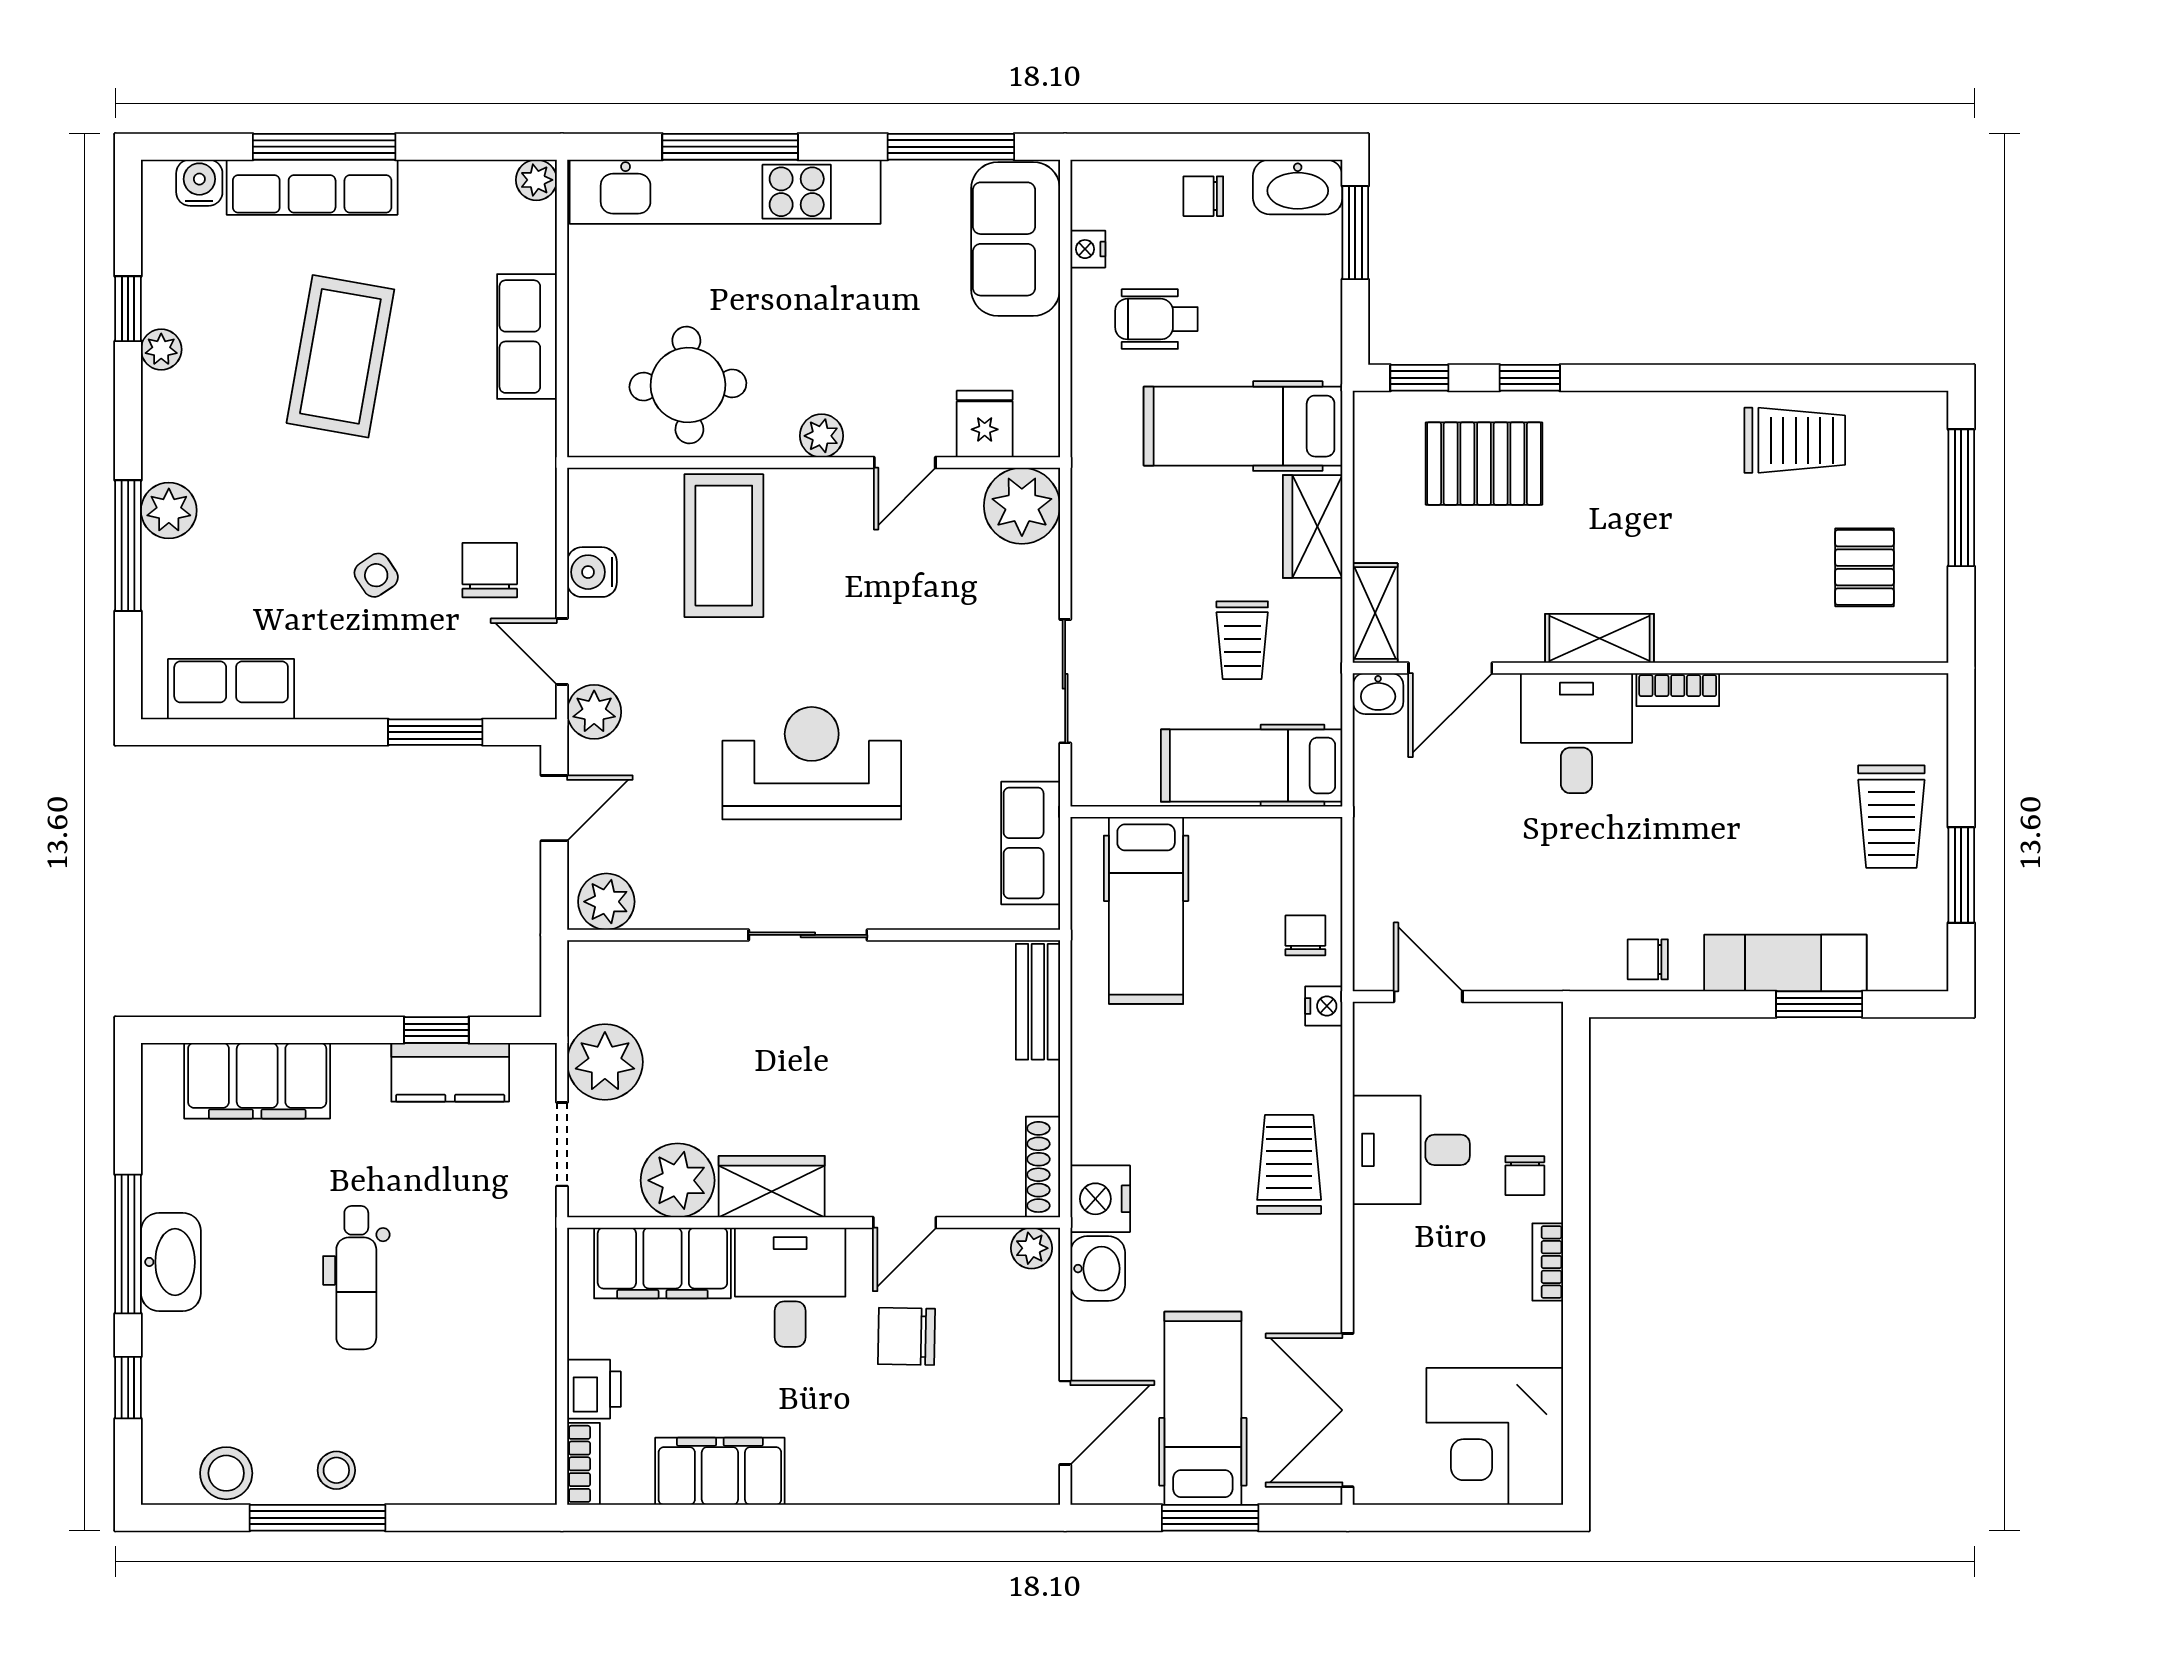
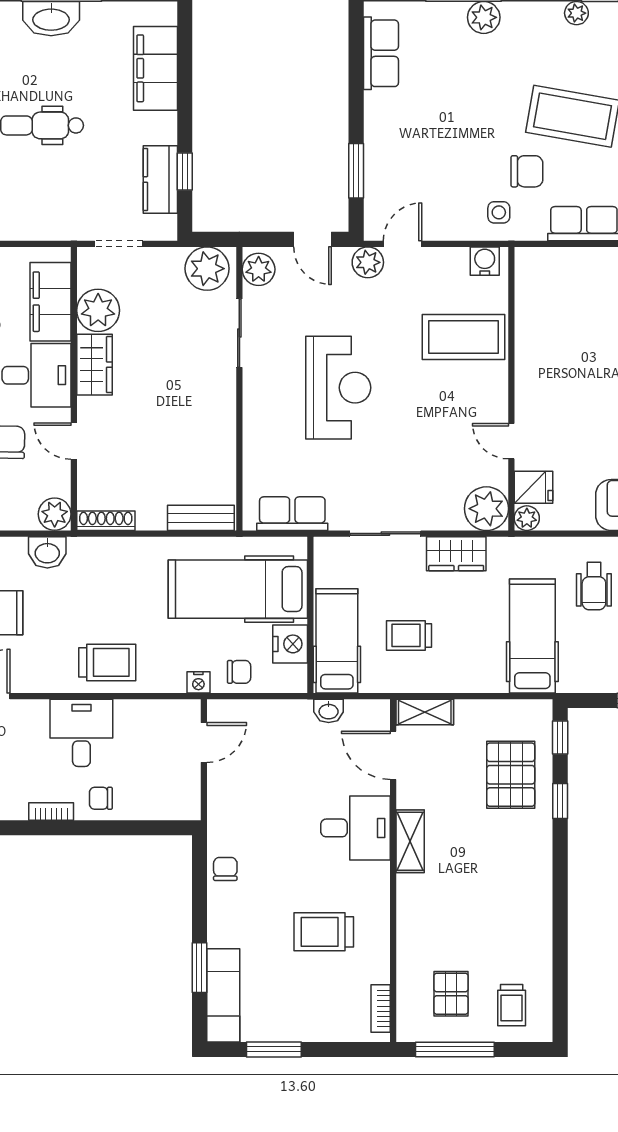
wheelchair: (1156, 319) -> (594, 586), turned 180
round table: (688, 385) -> (556, 316), removed
plant: (822, 436) -> (527, 518), moved
trolley: (1795, 440) -> (512, 1005), moved, width x0.73, depth x0.72
window: (1961, 498) -> (455, 1049), moved
wardrobe: (1313, 526) -> (456, 554), moved, turned 180
pallet: (1864, 567) -> (451, 994), turned 90
chair: (490, 570) -> (527, 171), moved
water cooler: (592, 572) -> (485, 261), moved
side table: (376, 575) -> (499, 212), moved, turned 34
bookcase: (1678, 690) -> (381, 1009), moved
washbasin: (1378, 694) -> (329, 711), moved, turned -90
trolley: (1891, 817) -> (324, 932), moved
hospital bed: (1146, 910) -> (238, 589), width x1.37, depth x1.29
sliding door: (808, 935) -> (239, 333), moved
exam couch: (1785, 963) -> (223, 995), moved
plant: (605, 1062) -> (207, 269), moved
desk: (1411, 1150) -> (81, 733), moved
nightstand: (1100, 1199) -> (290, 644), moved, turned 90
plant: (1031, 1248) -> (55, 514), width x1.38, depth x1.38

